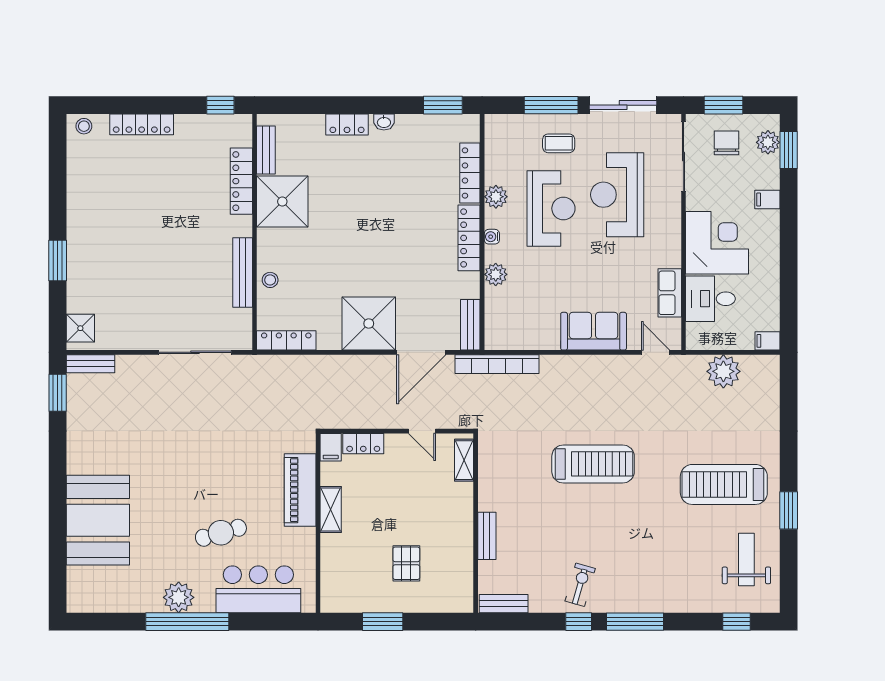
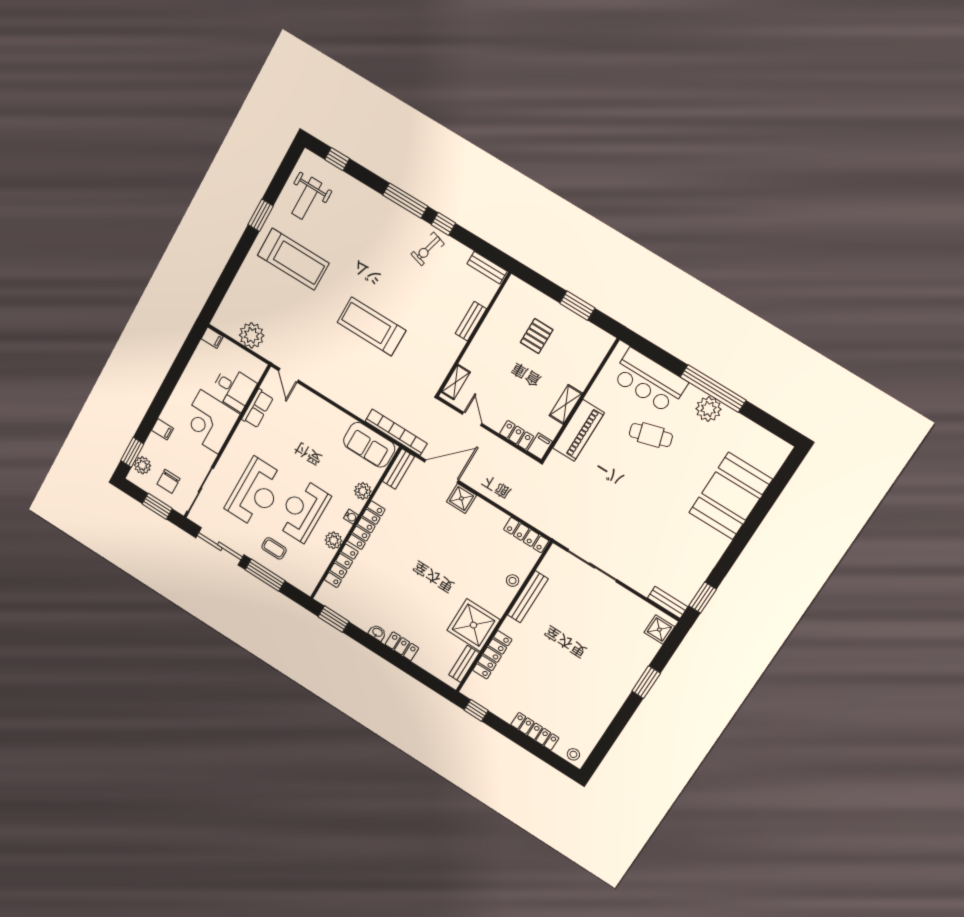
shower: (369, 323) -> (461, 498), width x0.54, depth x0.54
sofa: (594, 331) -> (369, 445), moved

